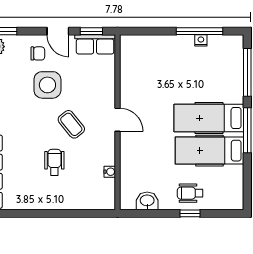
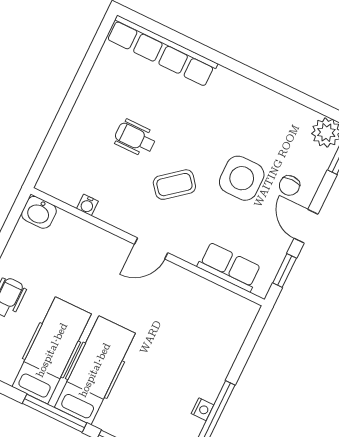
door: (58, 31) -> (306, 226), hinge flipped
row of seats: (95, 44) -> (229, 267), moved, turned 90
wheelchair: (54, 162) -> (135, 138), turned 180
washbasin: (147, 201) -> (39, 212), moved, turned 90

